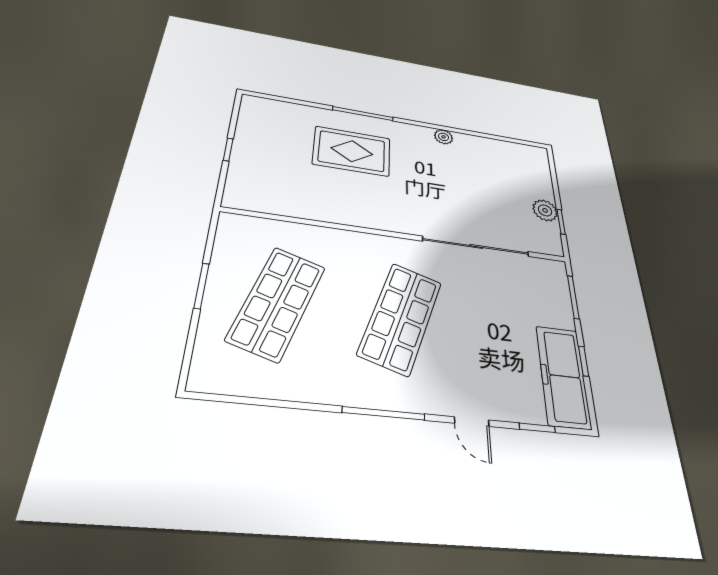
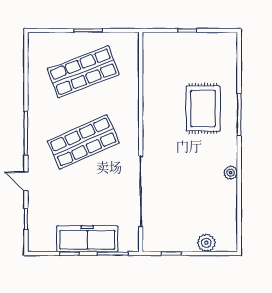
plant: (545, 210) -> (206, 243), moved
shop shelf: (277, 303) -> (83, 72), turned -39
shop shelf: (401, 318) -> (83, 142), turned -42
freezer: (563, 376) -> (87, 239), moved
door: (472, 422) -> (26, 181), hinge flipped

